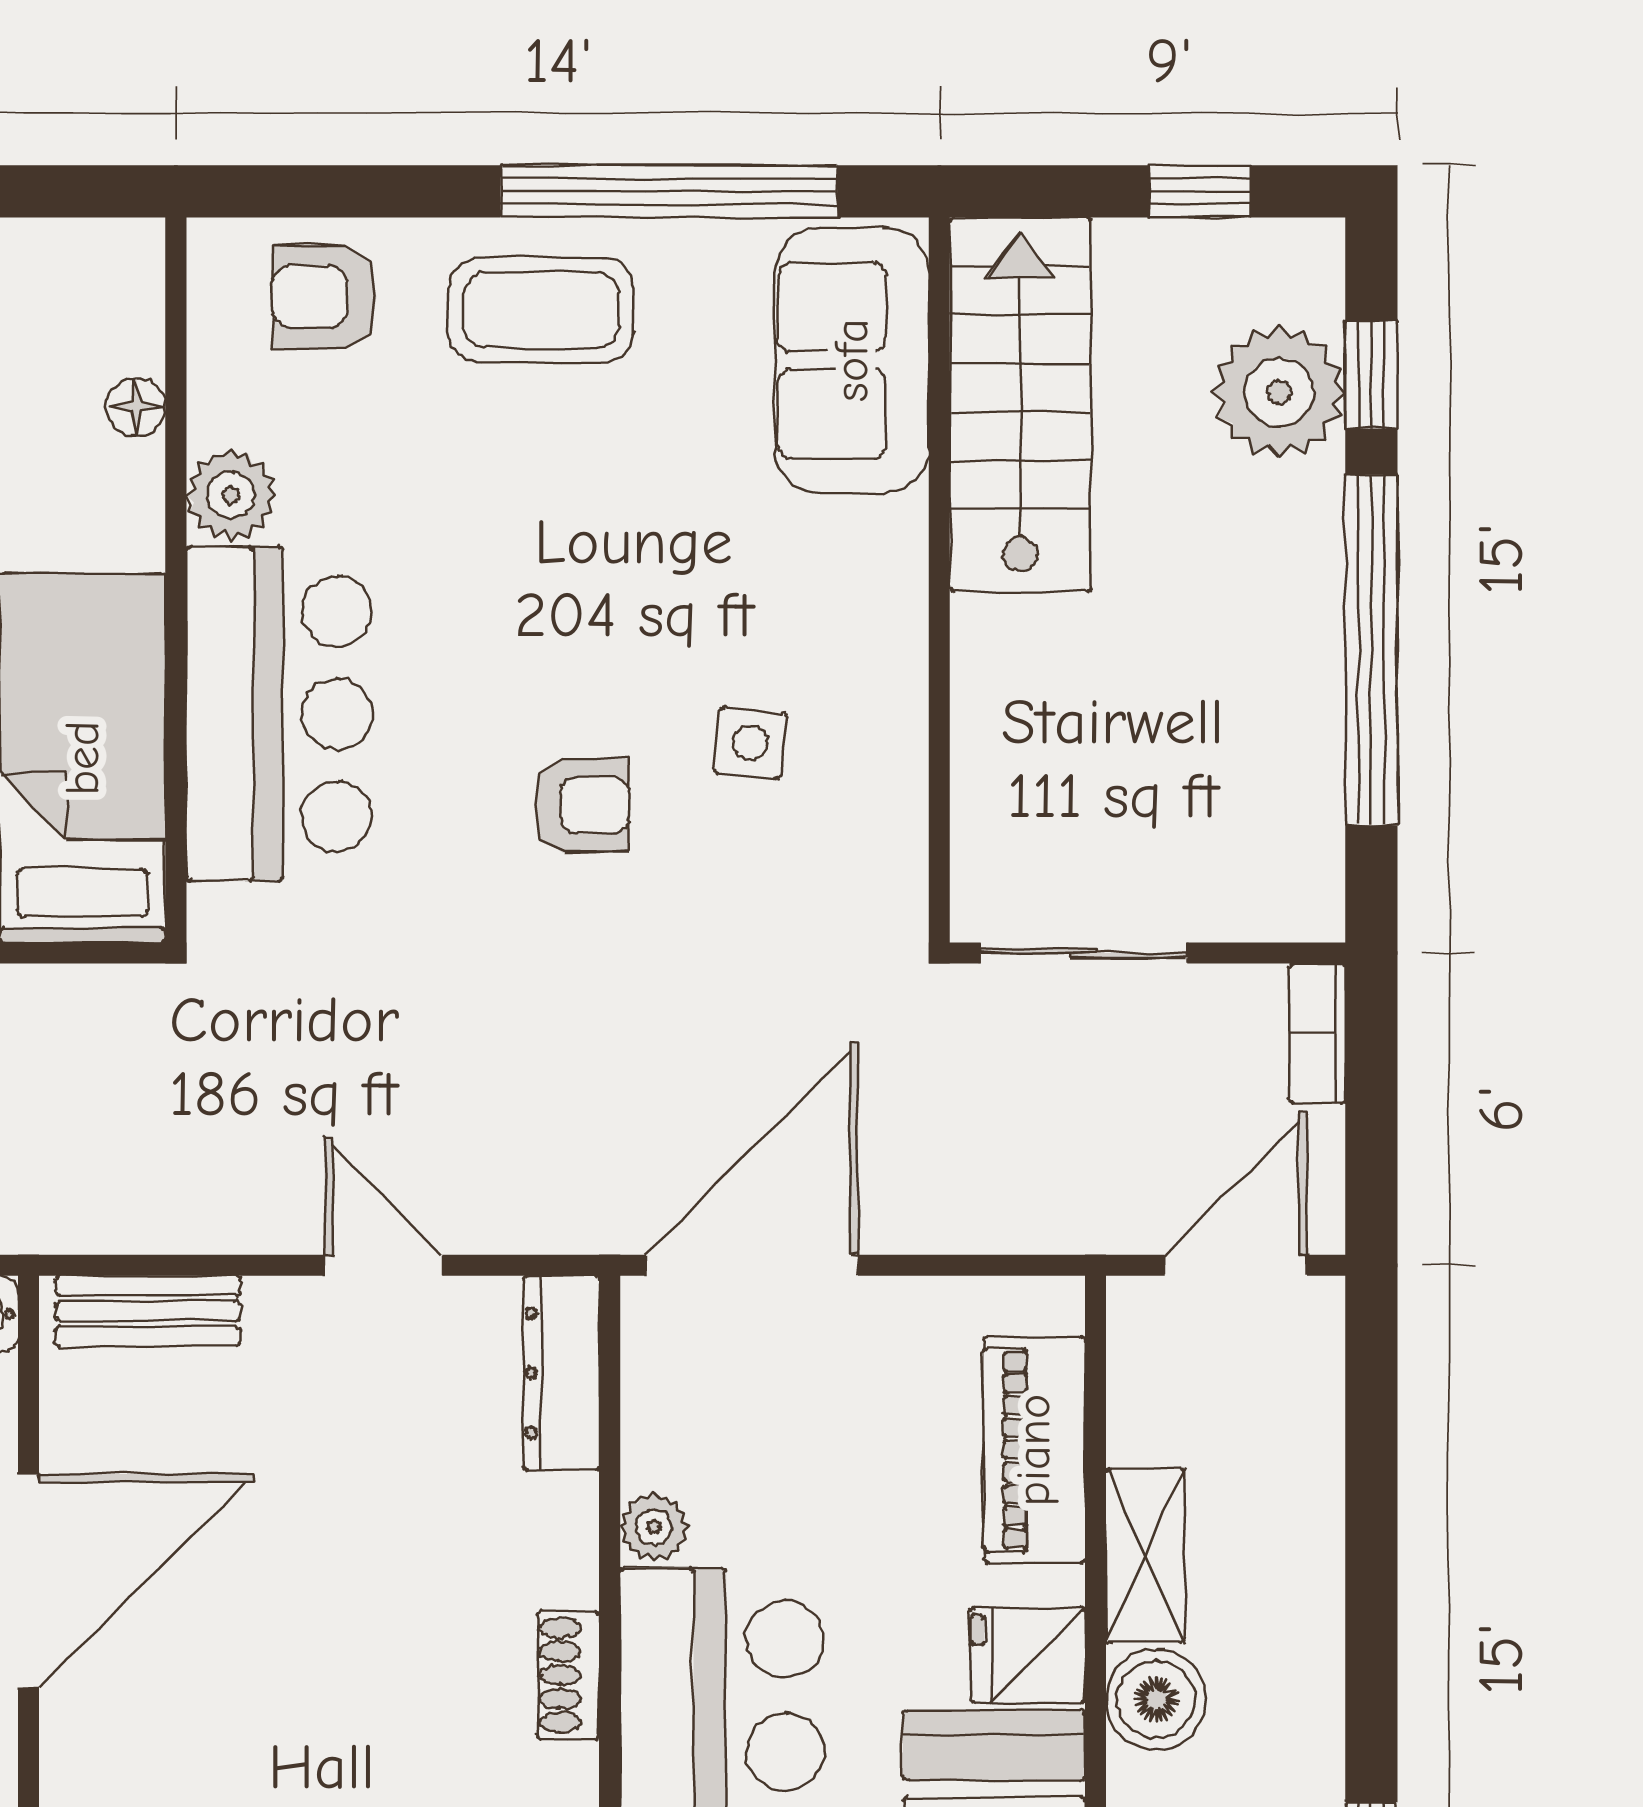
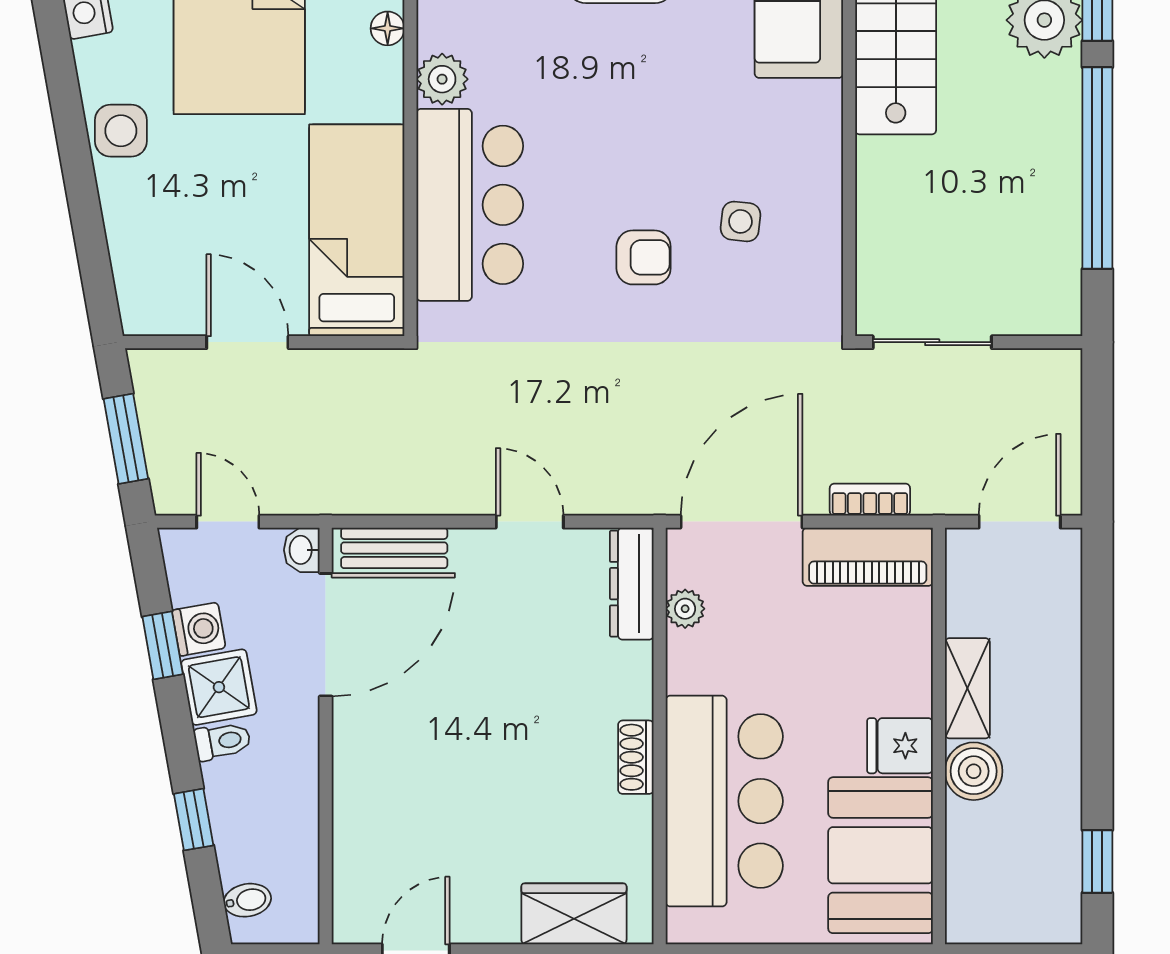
bookcase: (1317, 1033) -> (870, 500), moved, turned 90
piano: (1034, 1450) -> (868, 557), moved, turned -90
plant: (654, 1527) -> (685, 609), moved
door: (28, 1581) -> (326, 635), moved

